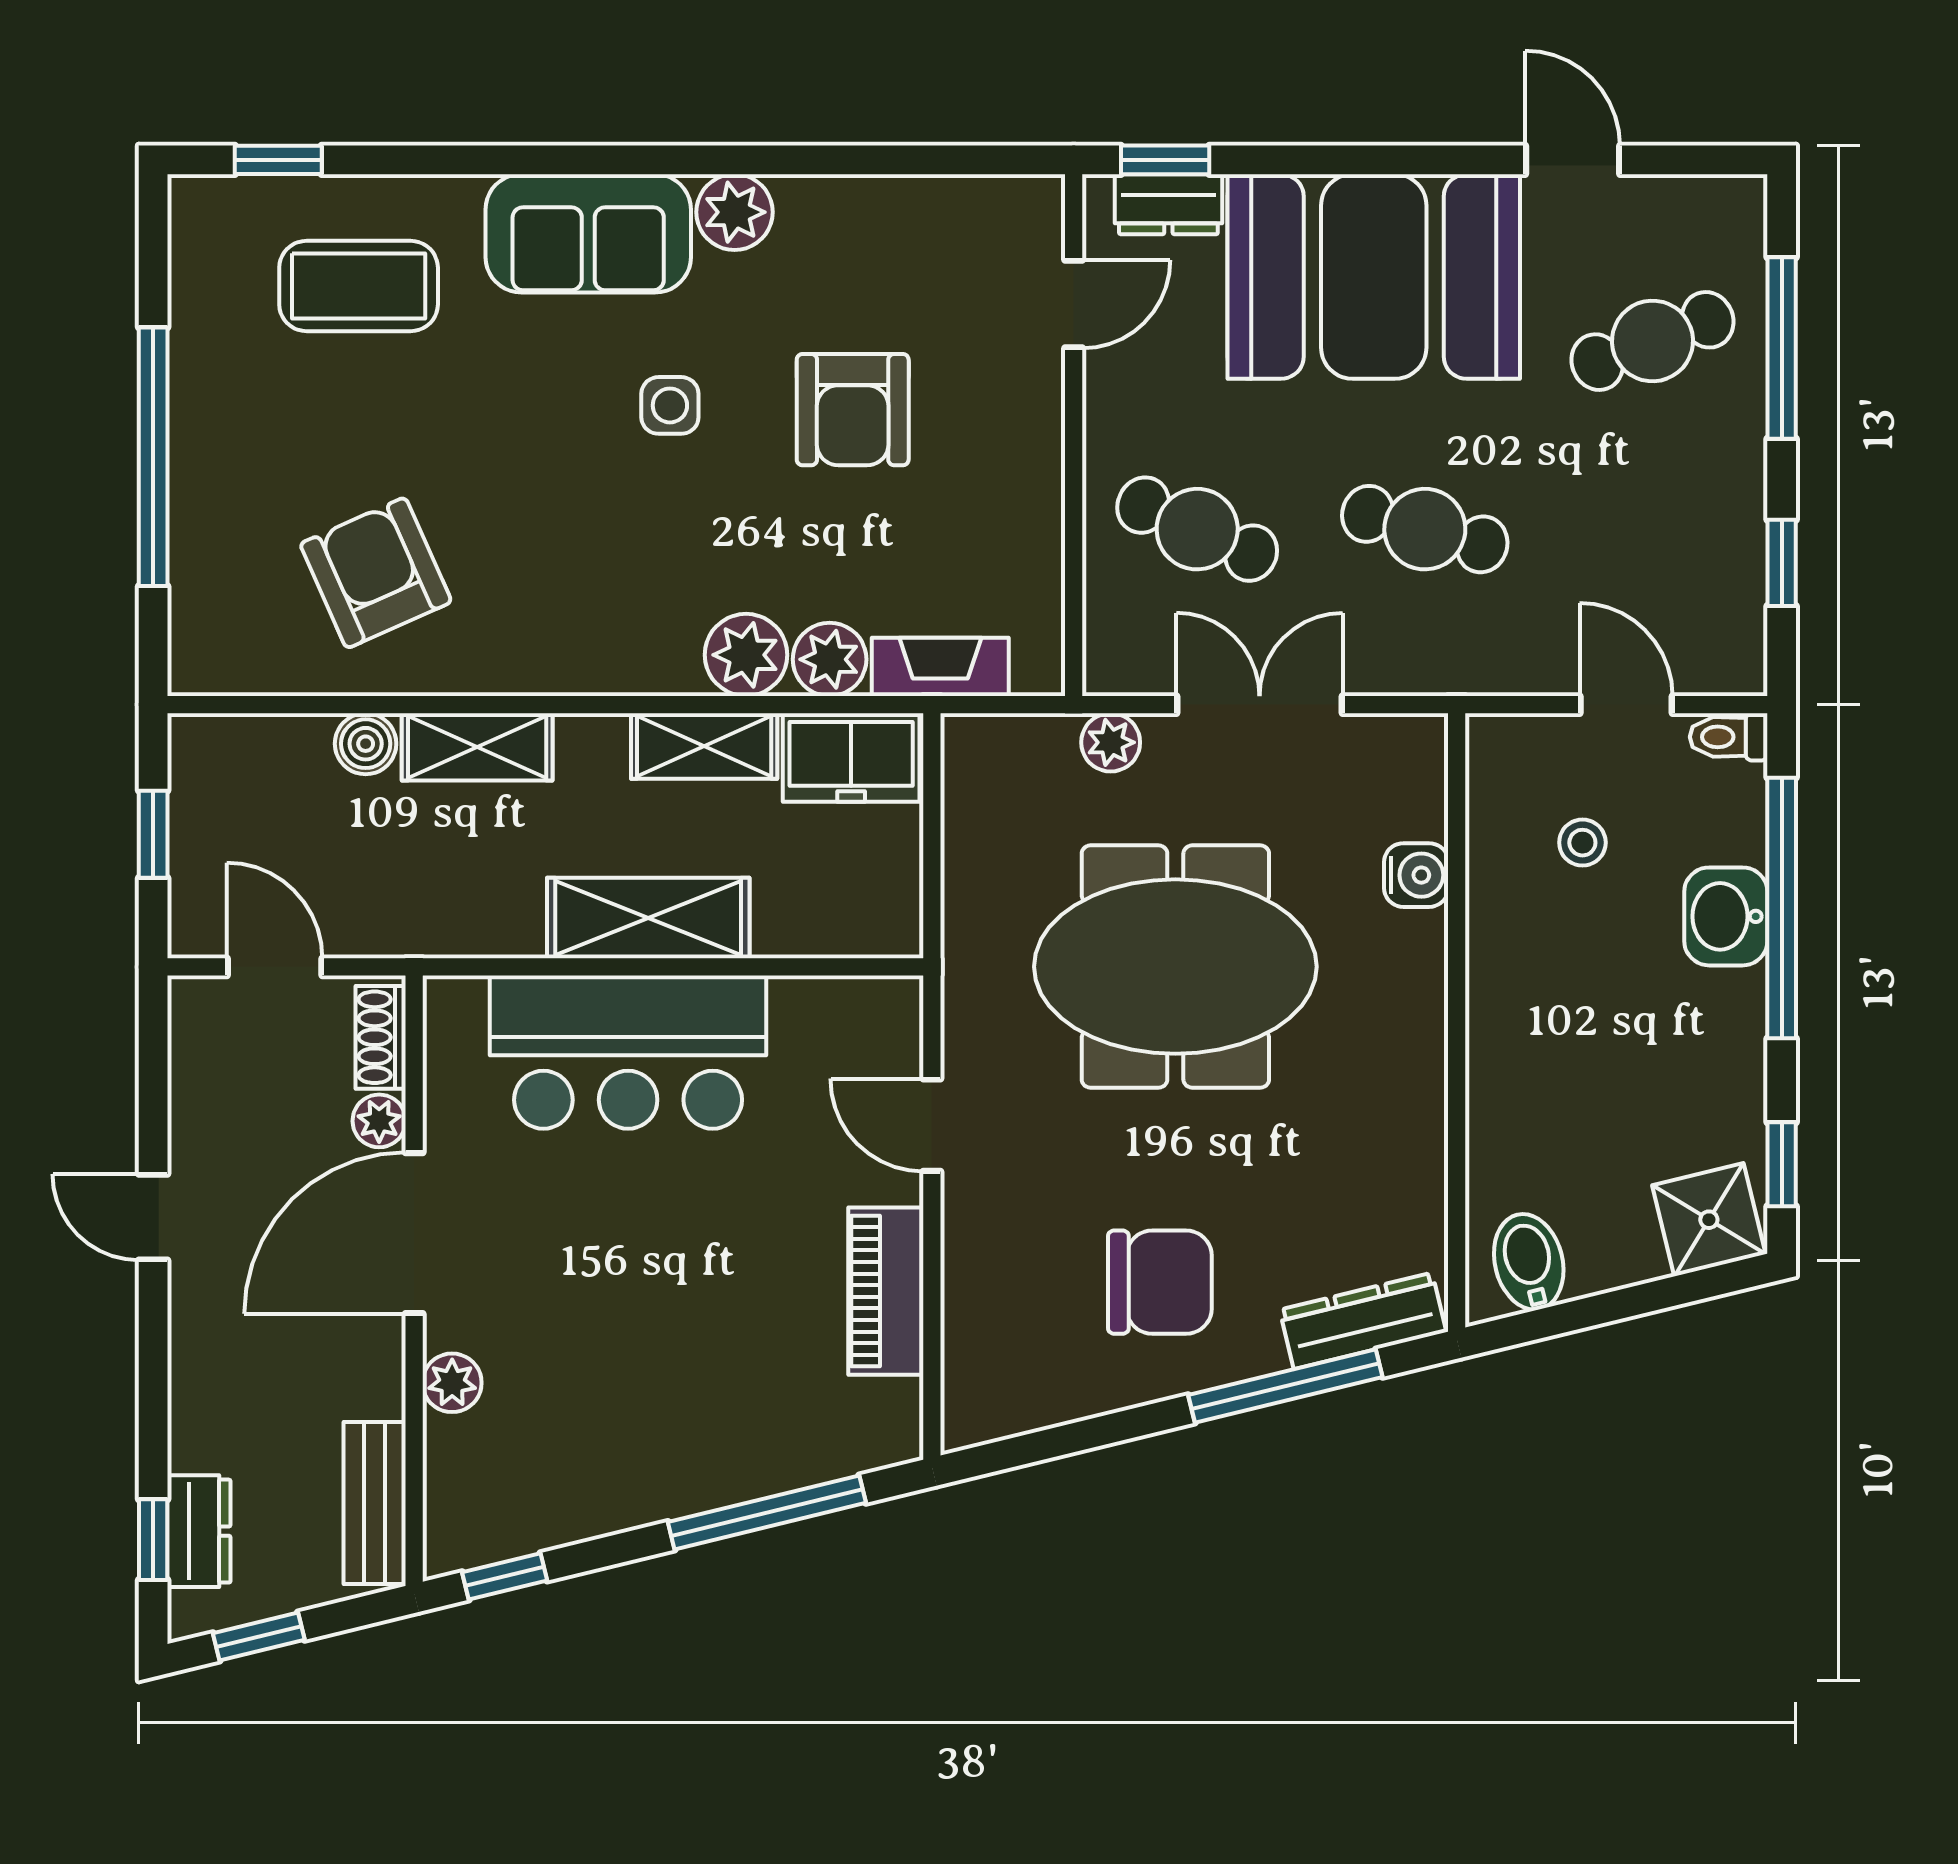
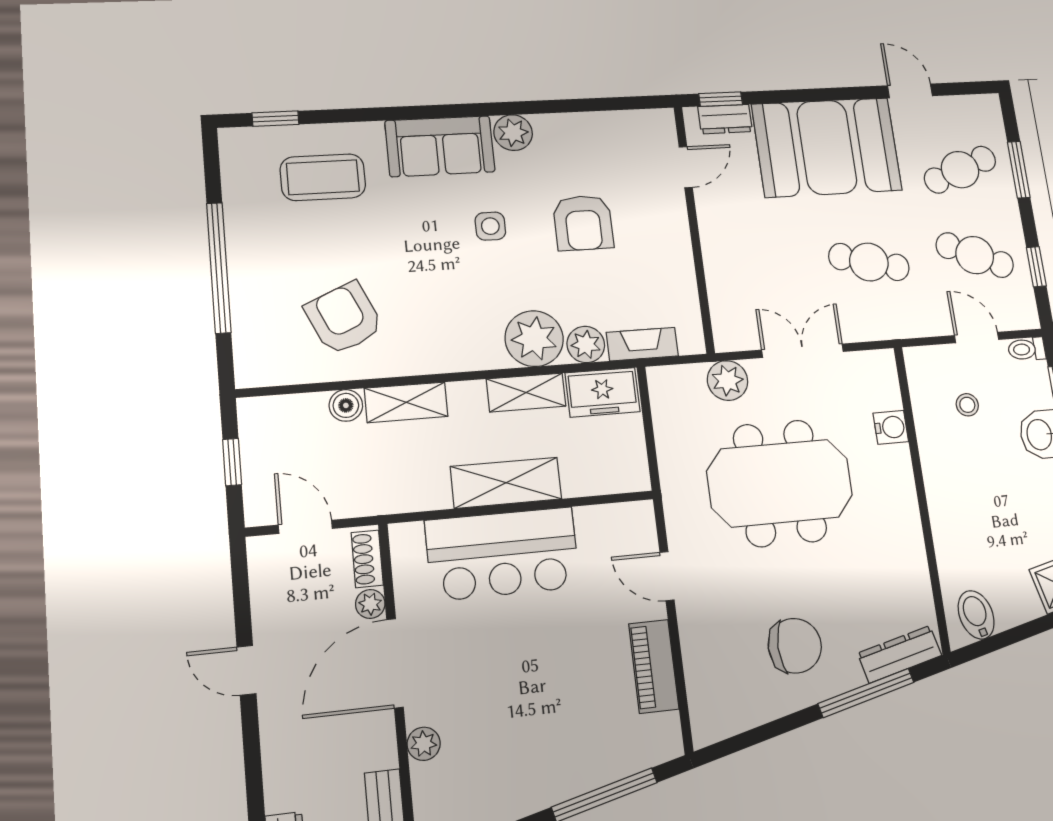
window: (1782, 348) -> (1019, 170), width x0.69
cafe table: (1197, 529) -> (975, 255), moved
plant: (746, 655) -> (534, 339), width x1.36, depth x1.36
plant: (1111, 742) -> (728, 380), width x1.38, depth x1.38

